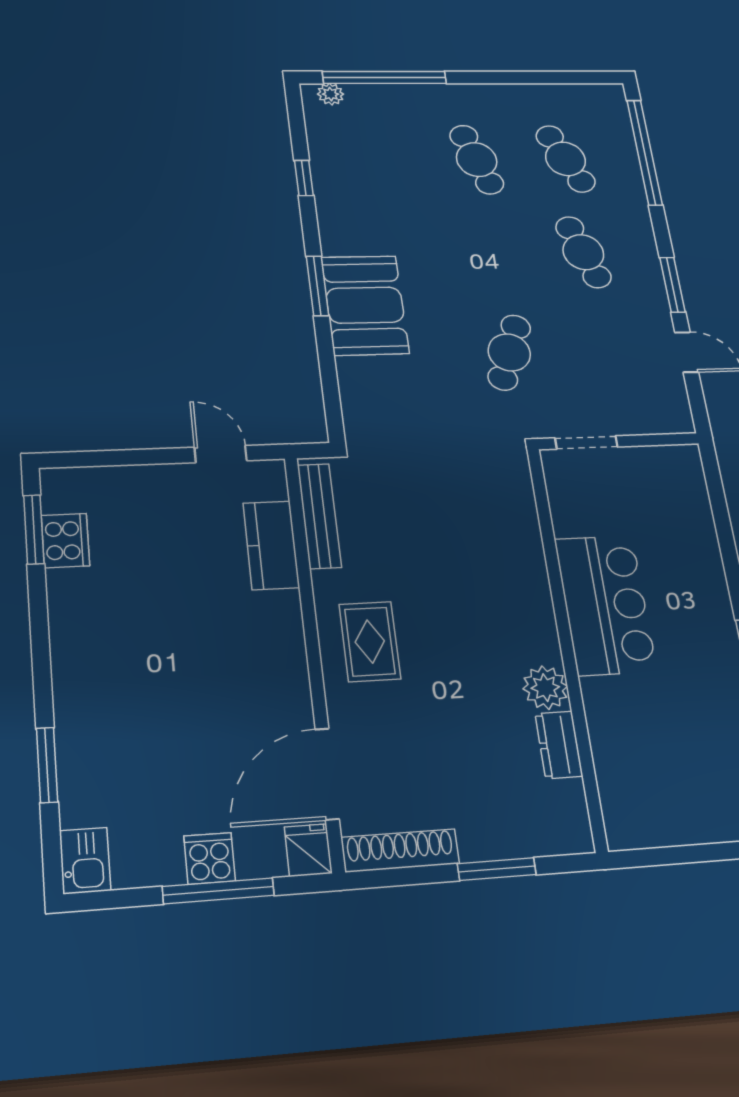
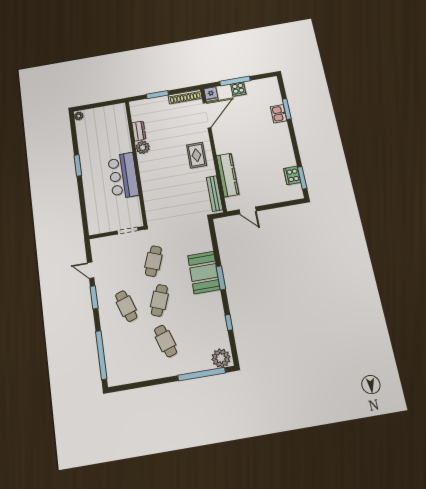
plant: (331, 94) -> (221, 358), width x1.88, depth x1.88
cafe table: (566, 159) -> (159, 300), moved, turned 45
kitchen counter: (271, 545) -> (228, 175), width x1.50
kitchen sink: (85, 861) -> (279, 114), moved

